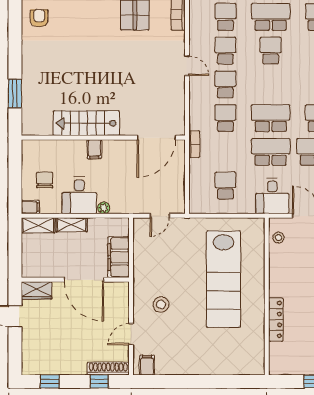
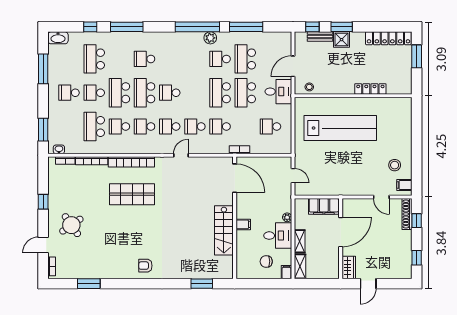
stool: (161, 304) -> (395, 165), moved

